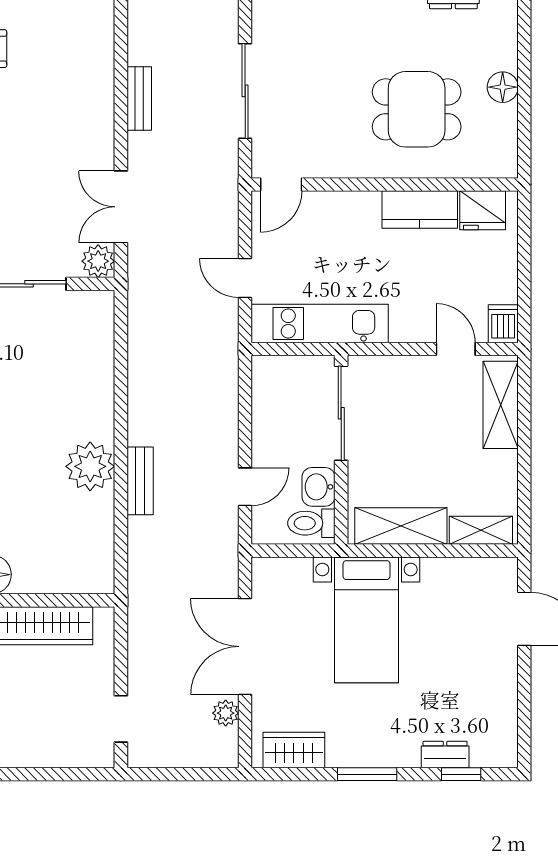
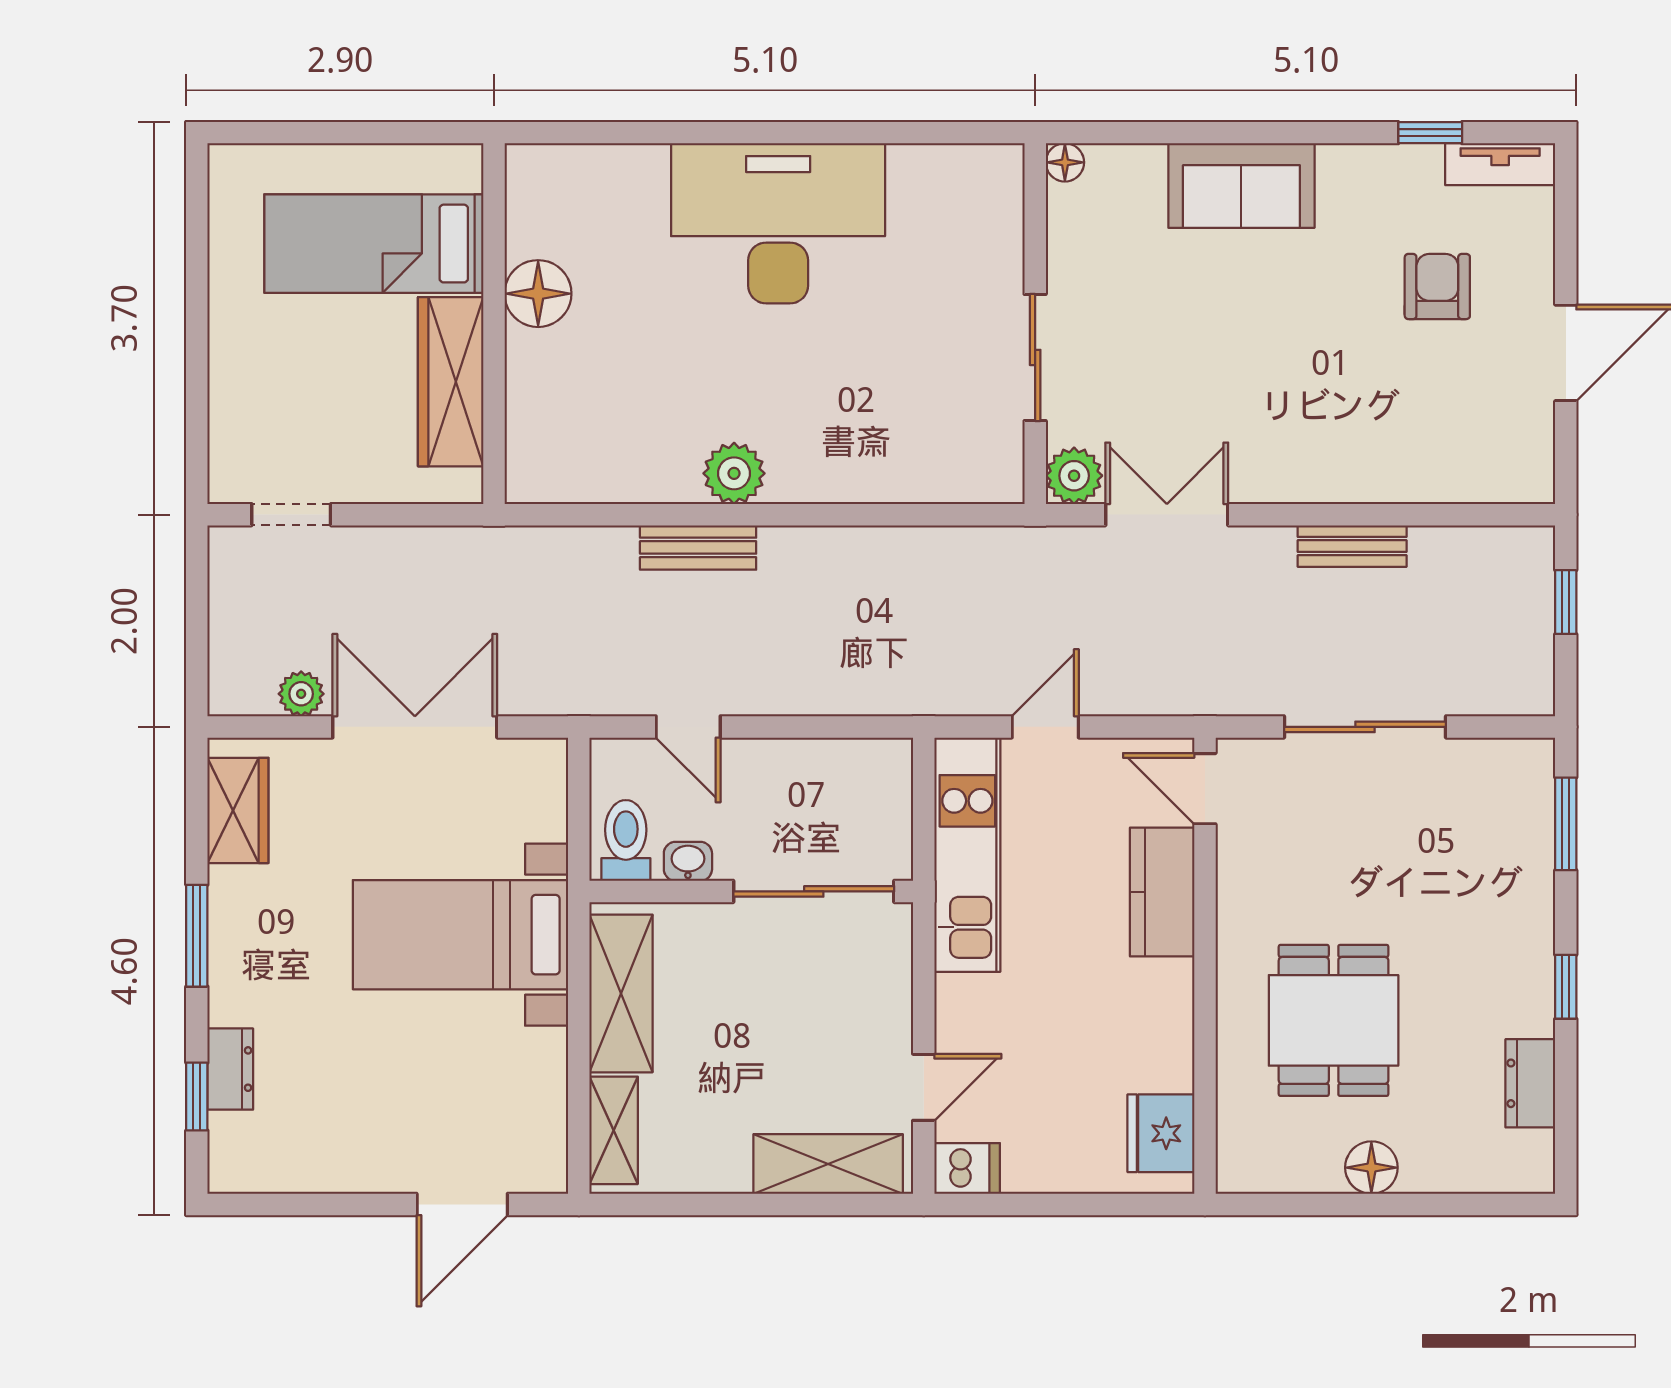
kitchen counter: (420, 210) -> (1162, 892), moved
plant: (90, 466) -> (734, 473), width x0.73, depth x0.73
washbasin: (319, 487) -> (688, 861), width x0.72, depth x0.69

